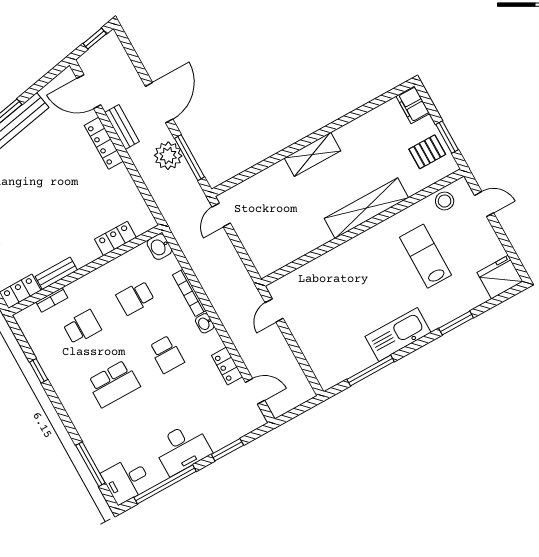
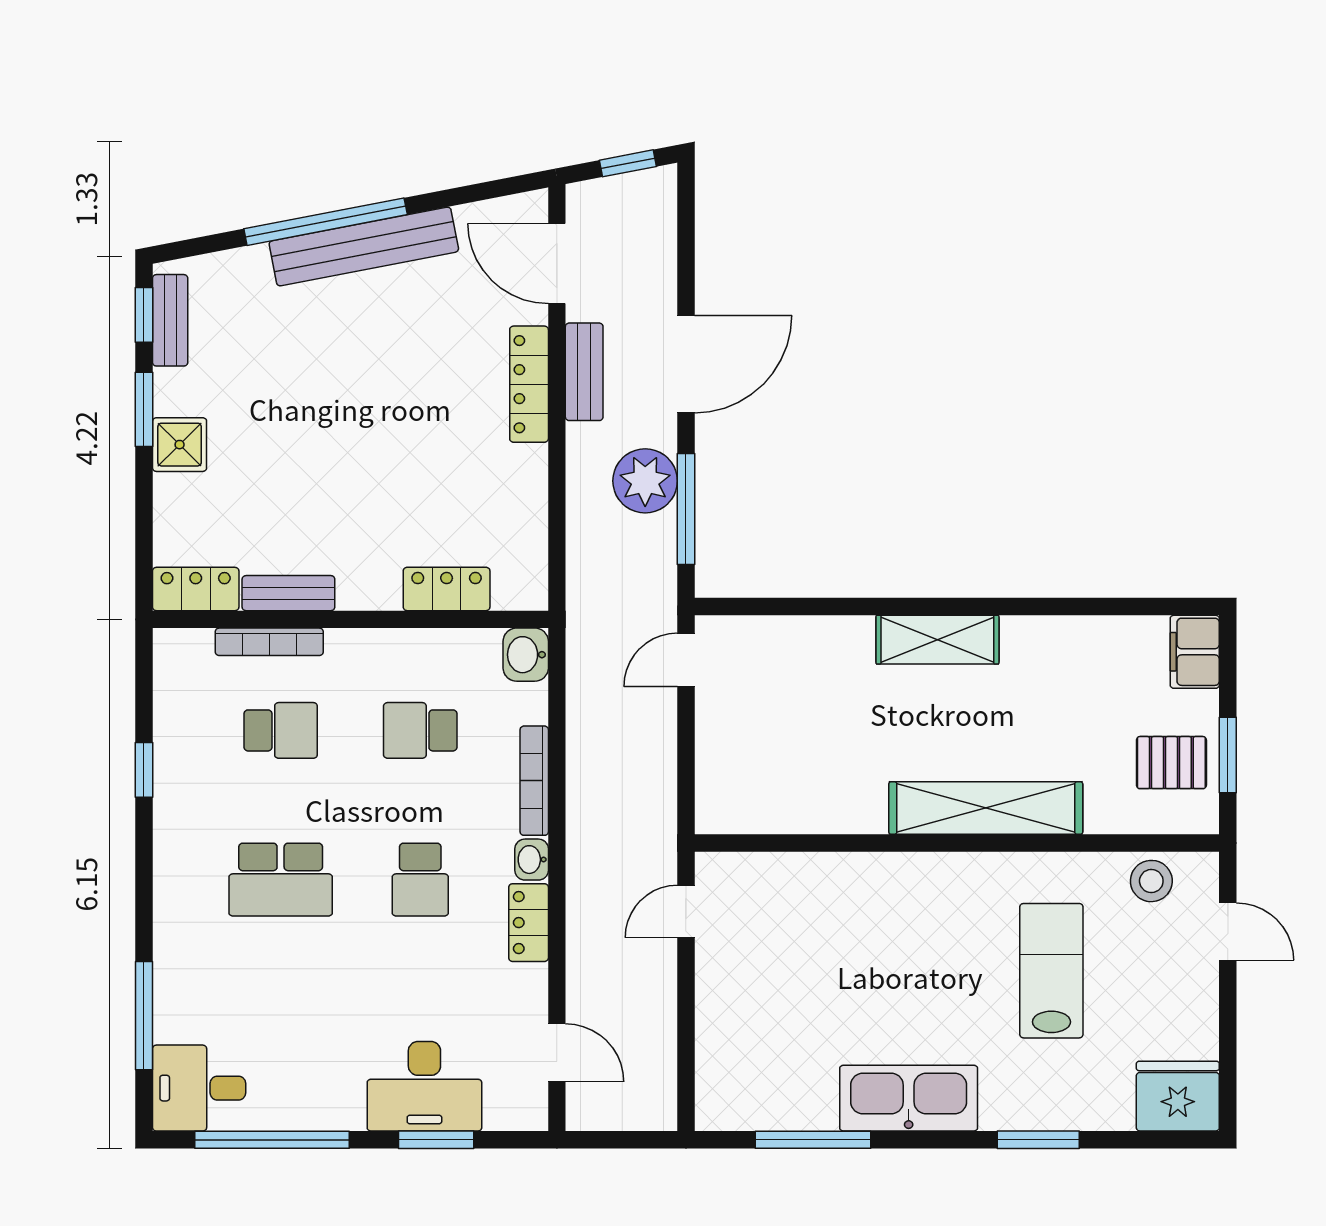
bookcase: (52, 300) -> (269, 642), width x1.56
locker: (227, 366) -> (529, 923), moved
desk: (182, 448) -> (424, 1086), moved

